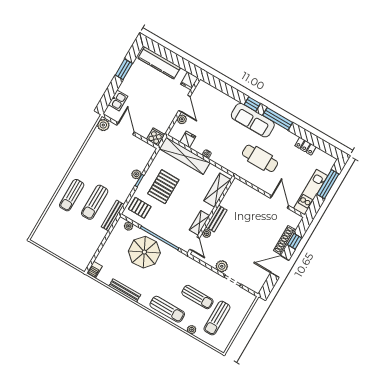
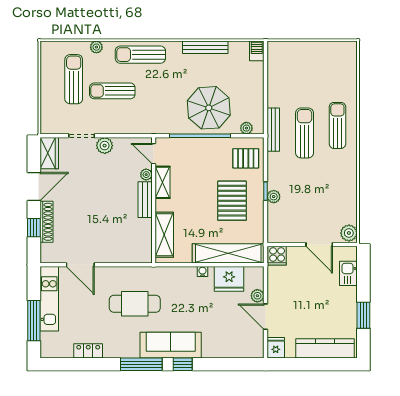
fridge: (188, 139) -> (229, 279), width x1.88, depth x1.34
wardrobe: (258, 282) -> (49, 153), added

